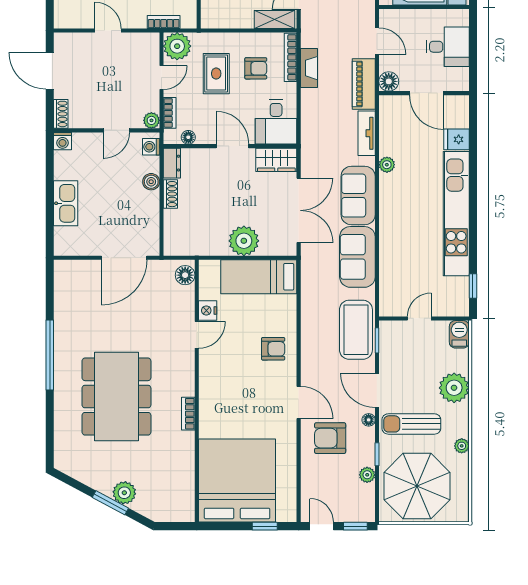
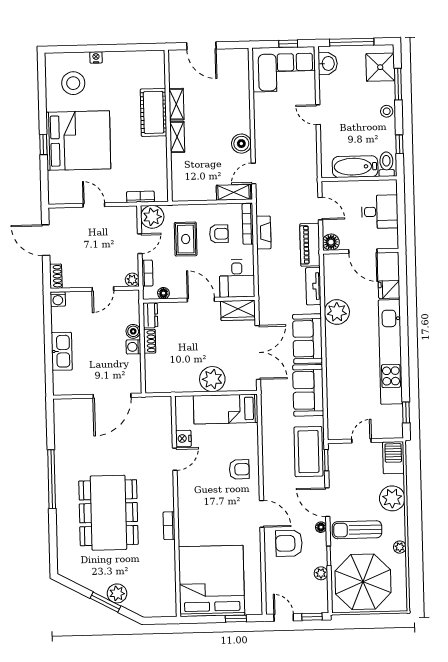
washing machine: (151, 147) -> (133, 347), moved
plant: (387, 165) -> (337, 312), width x1.88, depth x1.88
floor lamp: (185, 275) -> (164, 409), removed
barbecue: (459, 334) -> (393, 458), width x1.38, depth x1.27

